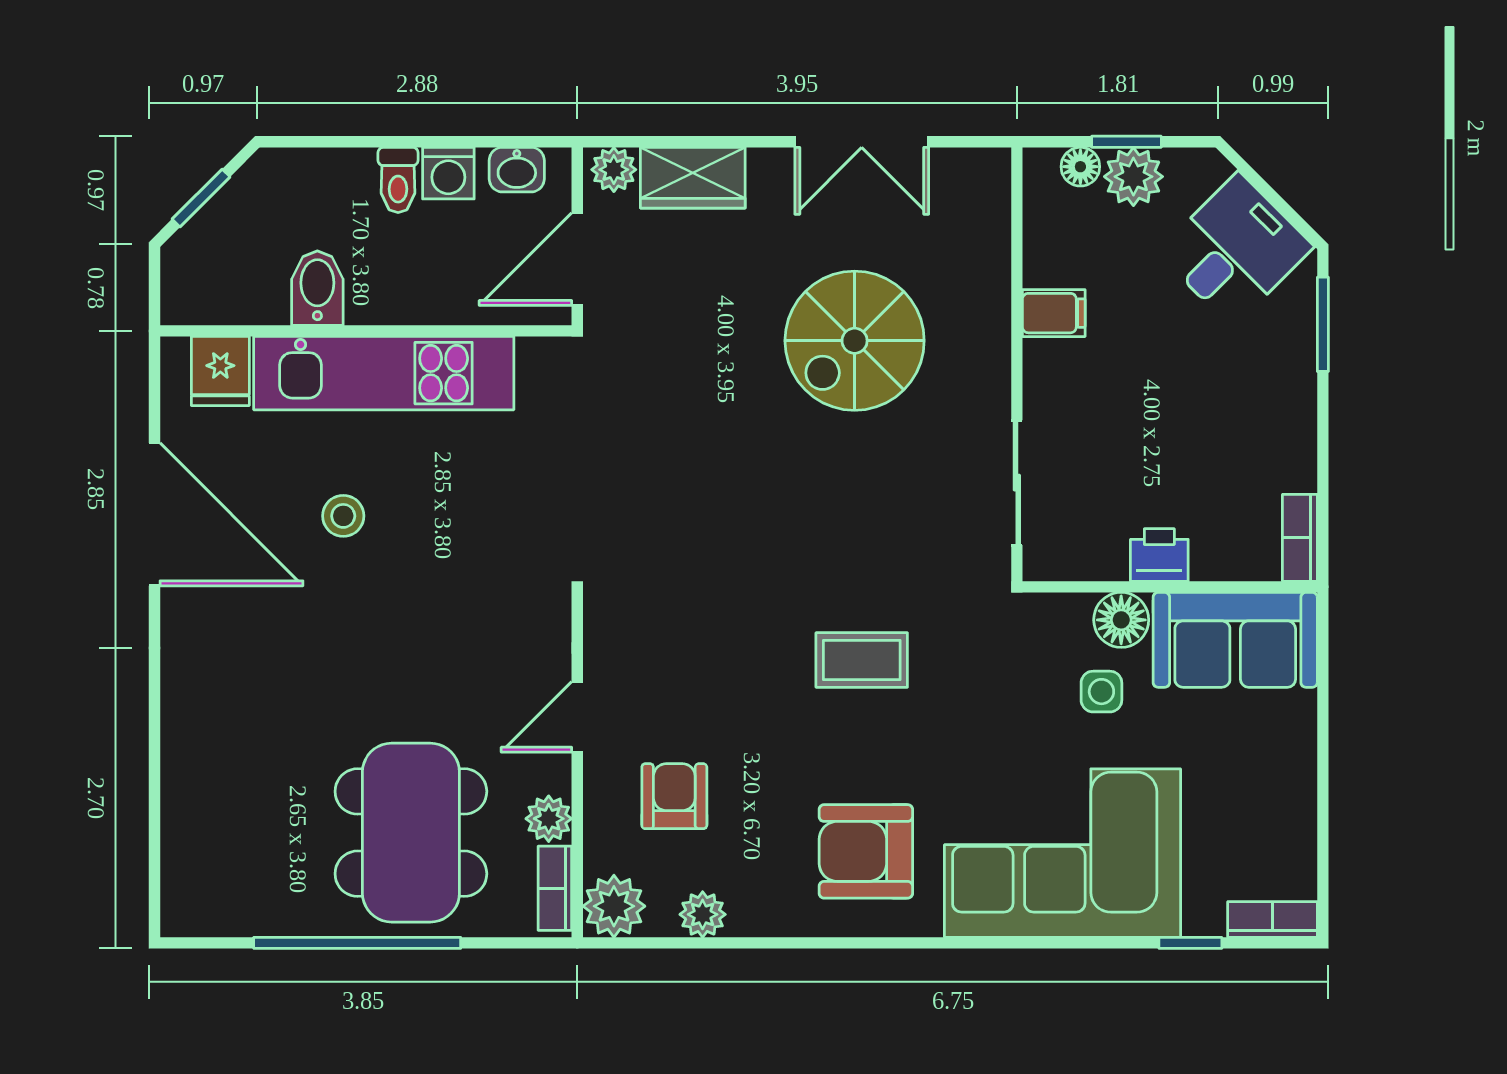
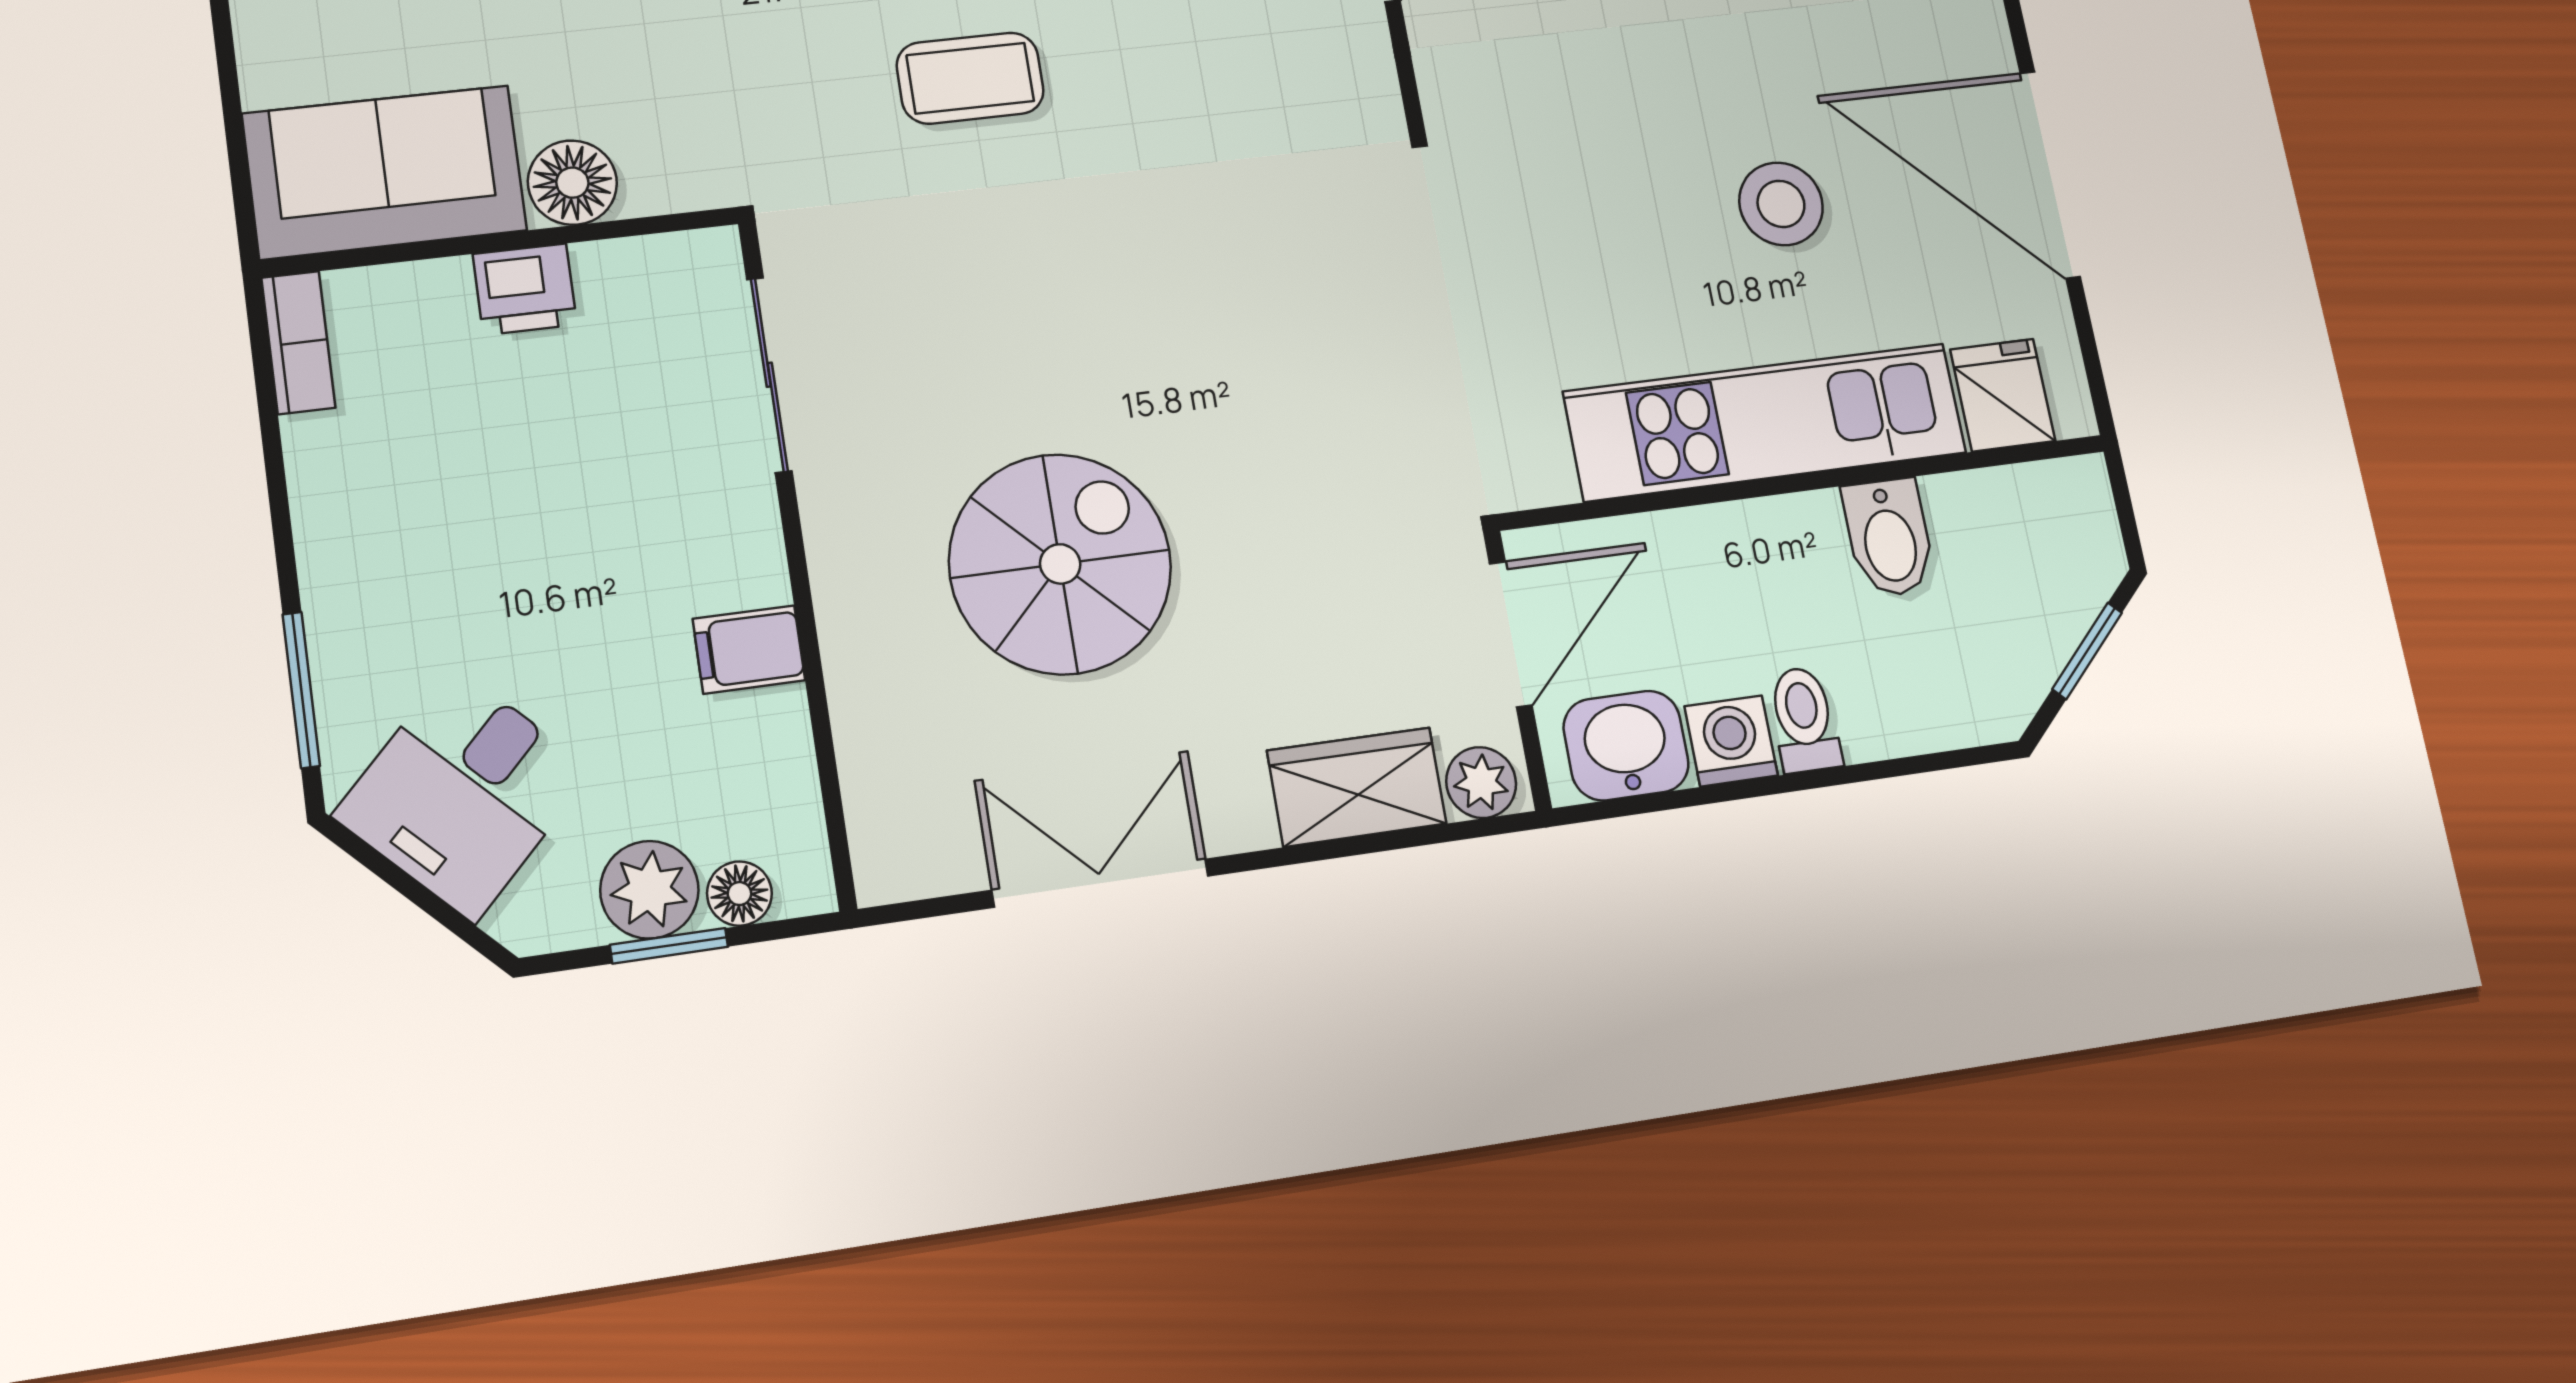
washbasin: (517, 170) -> (1626, 746), width x1.38, depth x1.45
stool: (343, 516) -> (1781, 204), width x1.37, depth x1.37
side table: (1101, 692) -> (589, 71), removed

